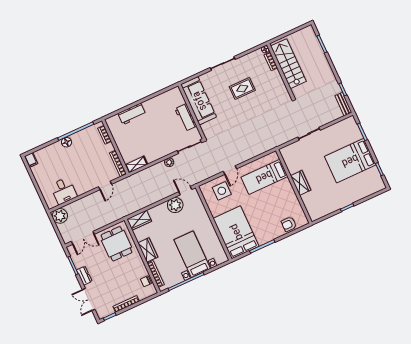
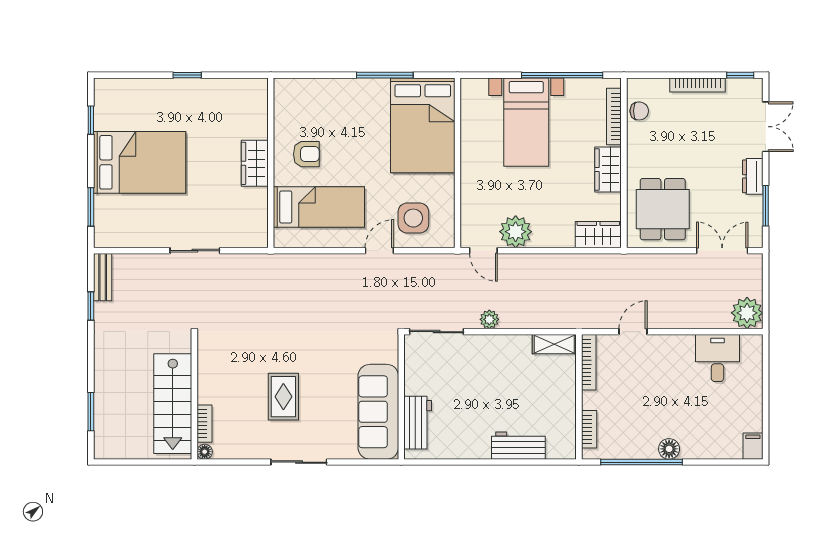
rug: (242, 88) -> (283, 397), turned 90
workbench: (186, 117) -> (418, 423), moved
armchair: (289, 224) -> (306, 154), moved

